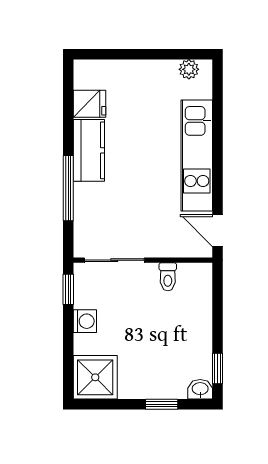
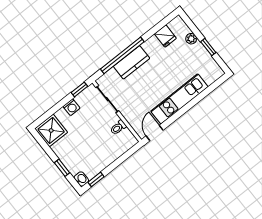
window: (155, 54) -> (208, 47), added
plant: (189, 69) -> (191, 39), moved
kitchen counter: (89, 150) -> (132, 62), moved
window: (68, 188) -> (122, 55), width x1.46

